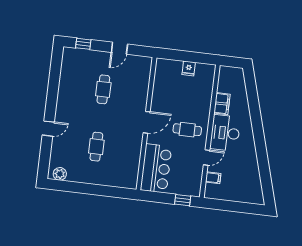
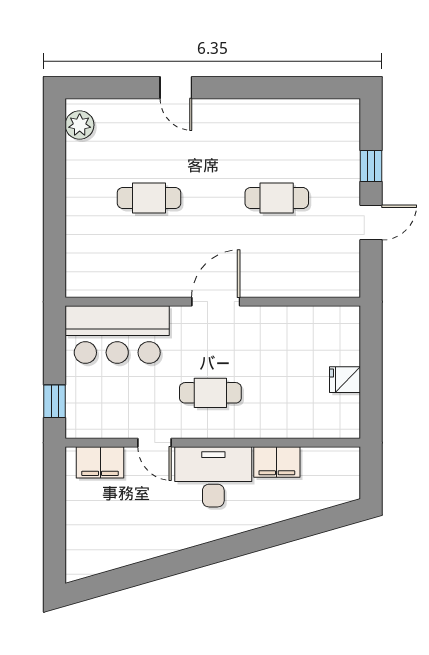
window: (83, 44) -> (371, 166), moved
door: (119, 48) -> (371, 223), swing flipped
door: (147, 122) -> (216, 302), swing flipped
cafe table: (187, 130) -> (210, 393), turned 90
filing cabinet: (213, 178) -> (100, 462), width x2.00

